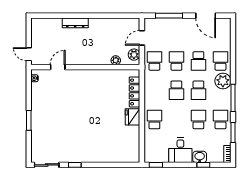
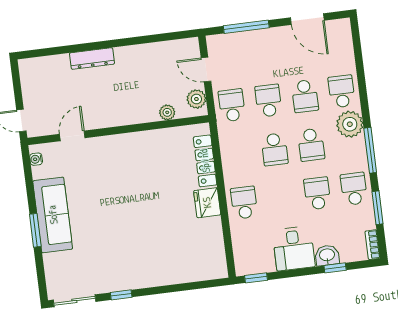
door: (142, 38) -> (206, 69), hinge flipped
sofa: (40, 112) -> (53, 215), added

